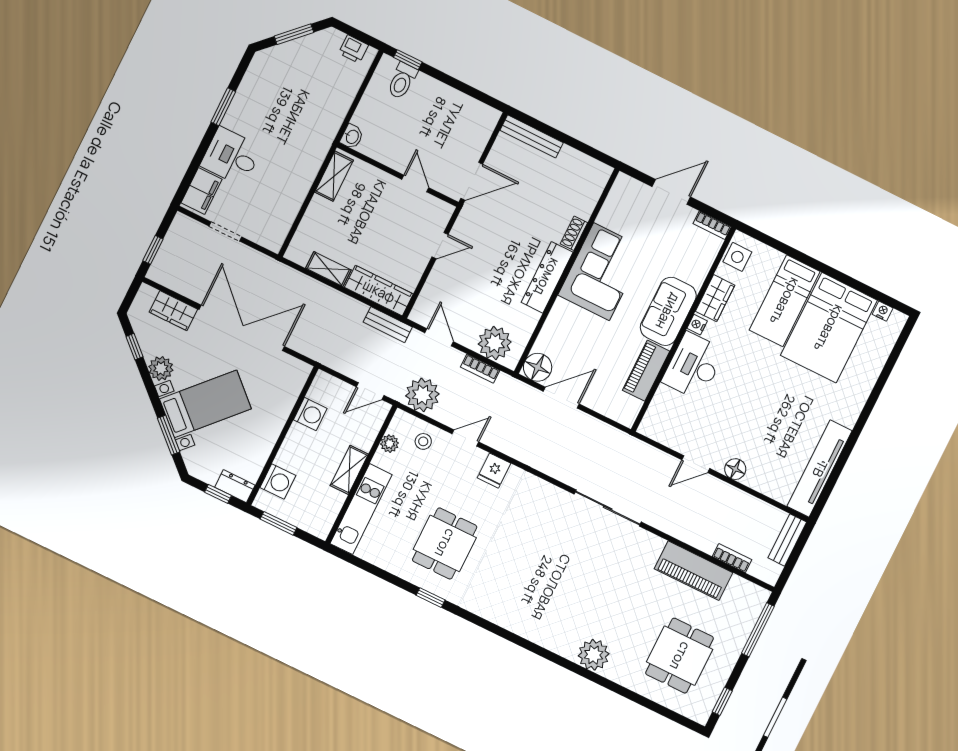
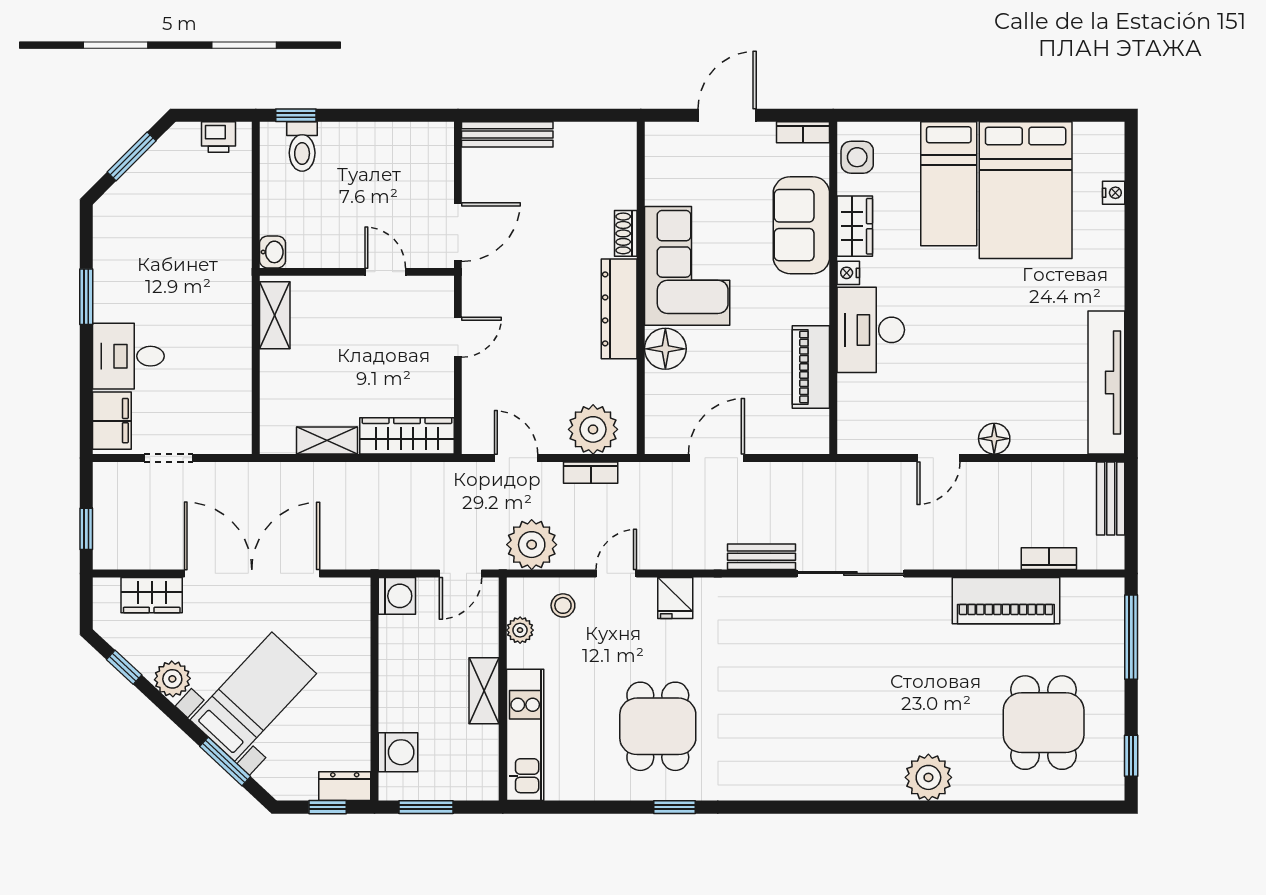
sofa: (668, 311) -> (801, 225), moved
nightstand: (883, 311) -> (1114, 193), moved, turned 90
bench: (388, 325) -> (761, 557), moved
floor lamp: (538, 367) -> (665, 349), moved
washing machine: (310, 414) -> (397, 596), moved

